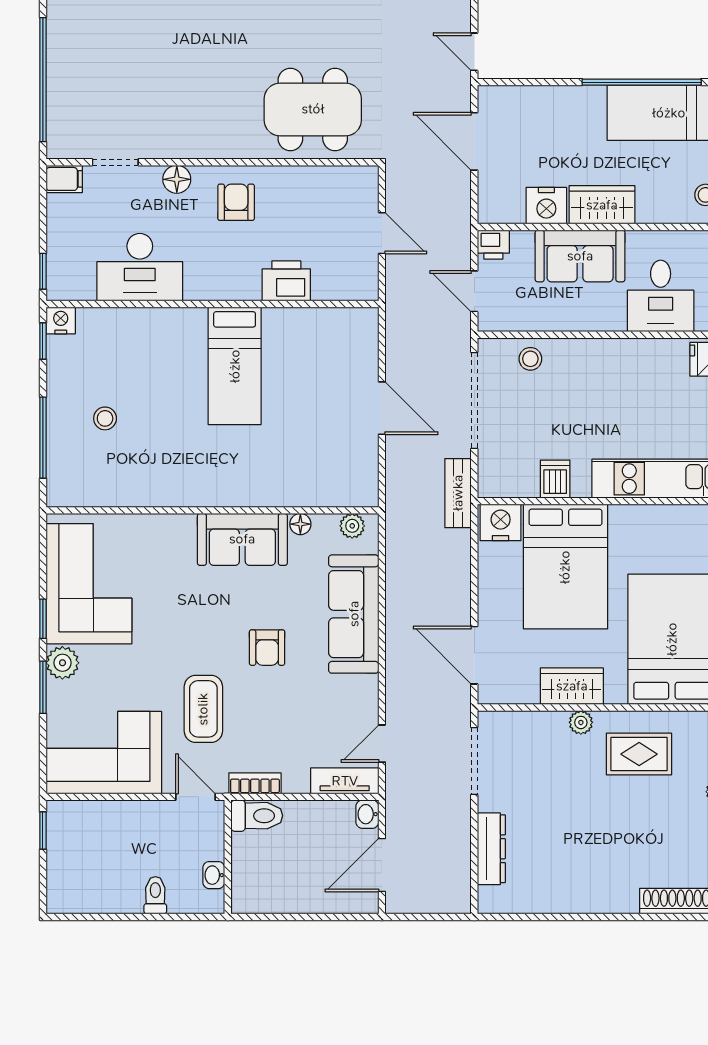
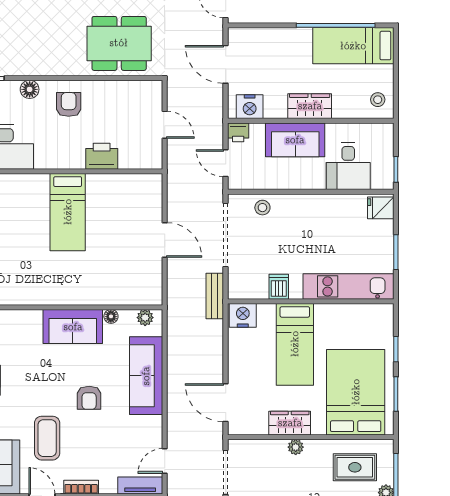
nightstand: (546, 206) -> (250, 107), moved
bed: (565, 567) -> (295, 344), width x0.67
rug: (639, 754) -> (355, 467), moved

